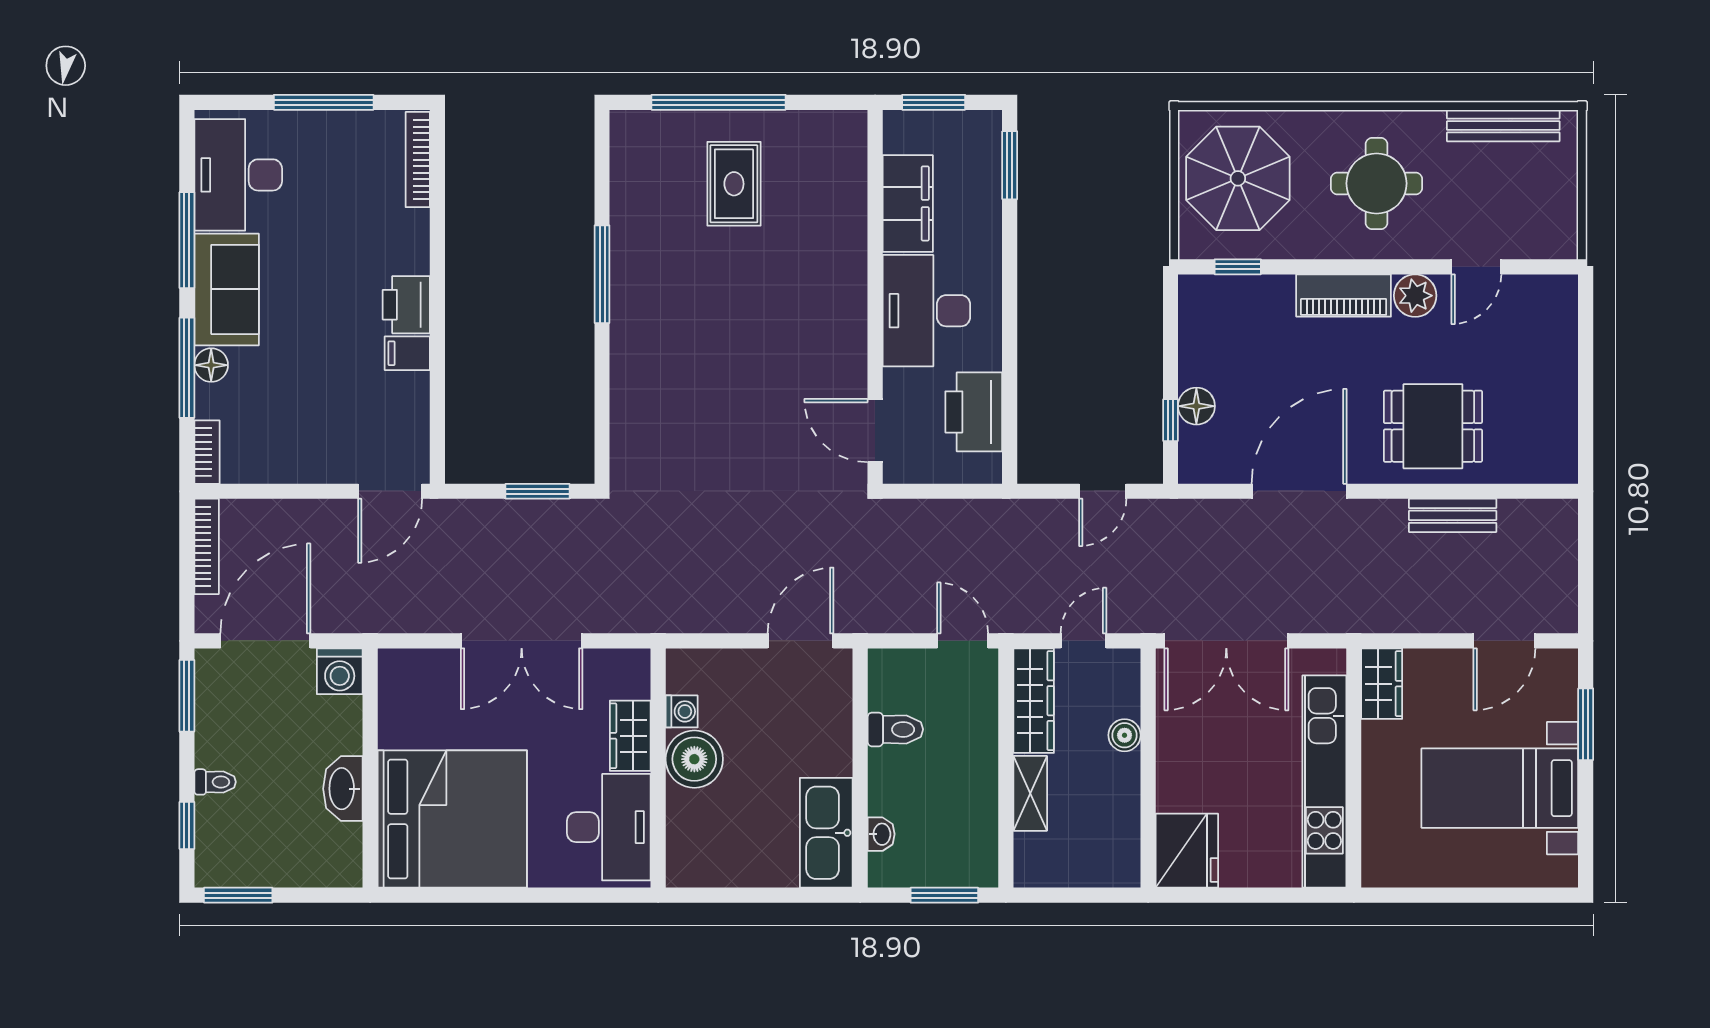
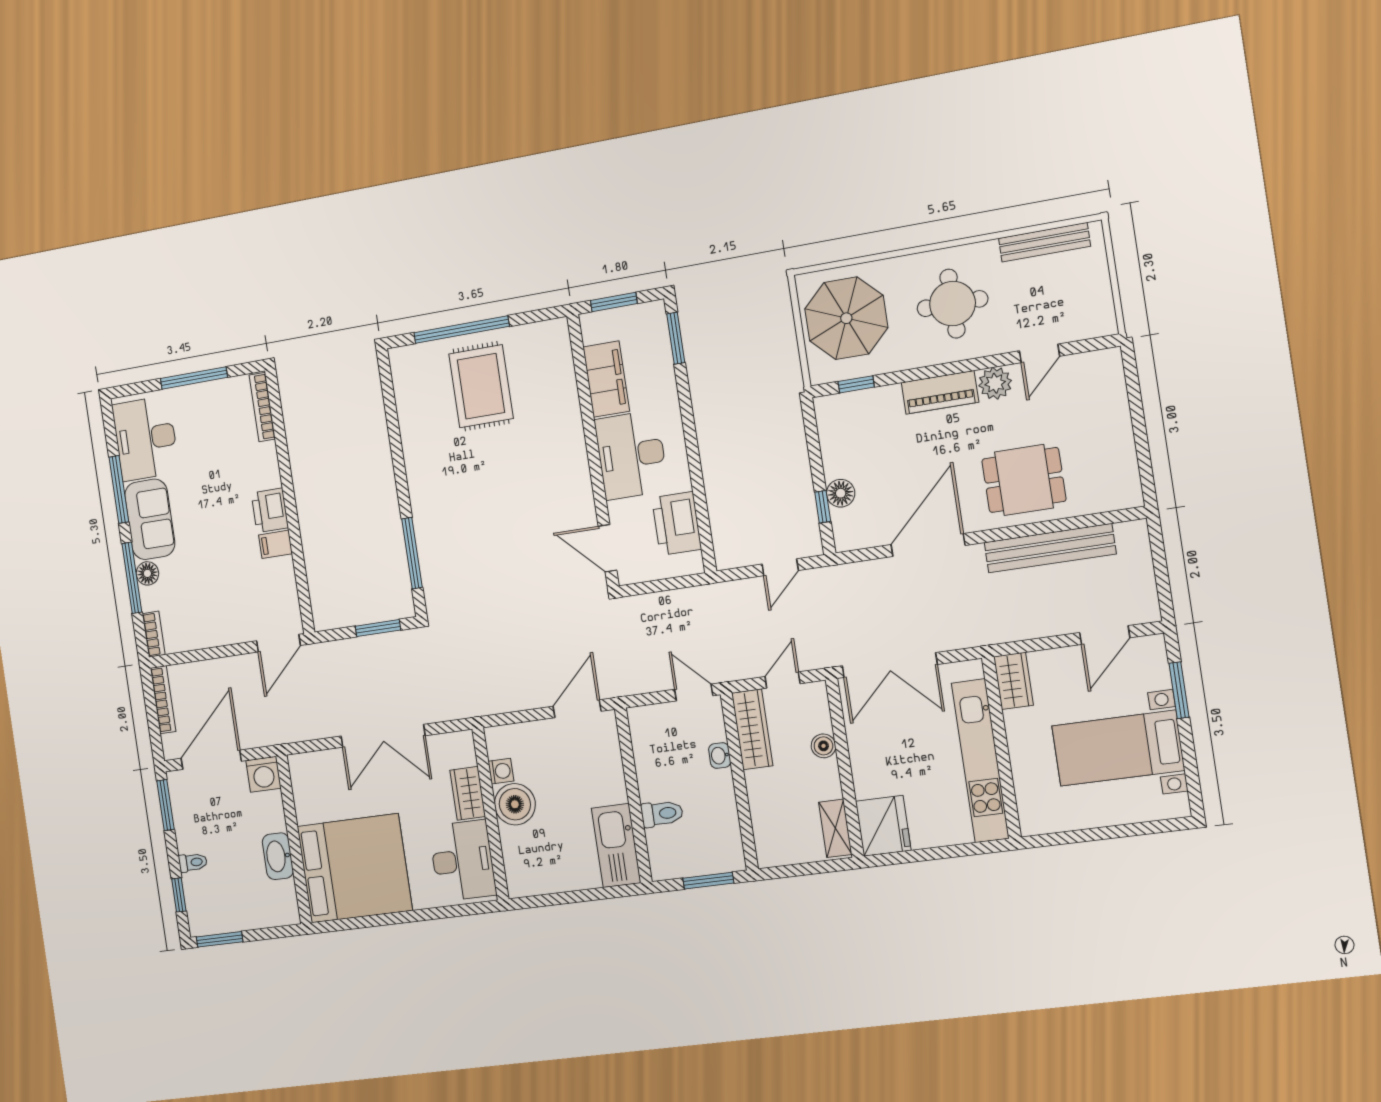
rug: (734, 184) -> (481, 386), width x1.36, depth x1.43
window: (602, 274) -> (412, 553), moved
bench: (1453, 515) -> (1050, 548), width x1.86, depth x1.21
toilet: (895, 729) -> (662, 814), moved
shelving: (1030, 793) -> (835, 828), moved
washbasin: (881, 834) -> (720, 755), moved, turned 180

